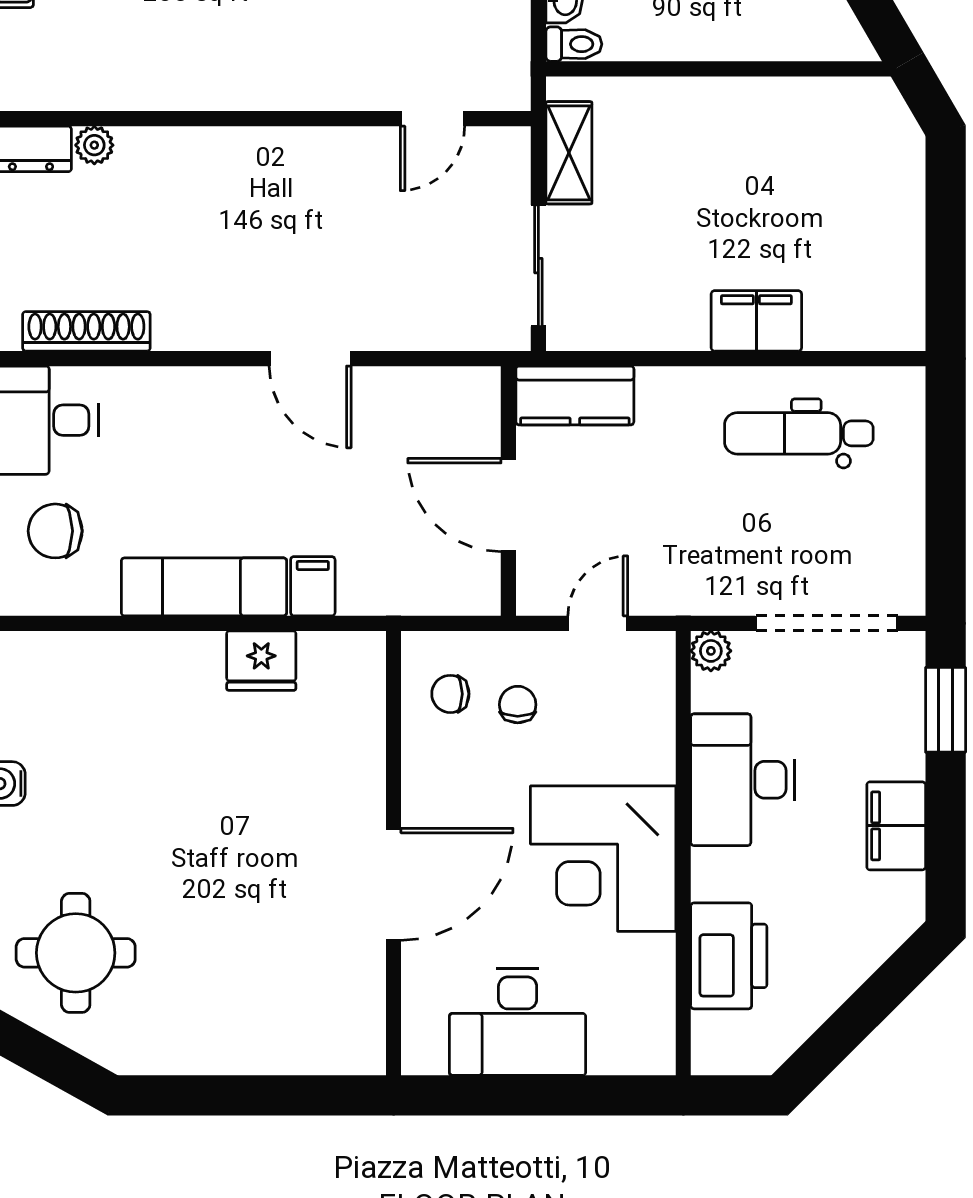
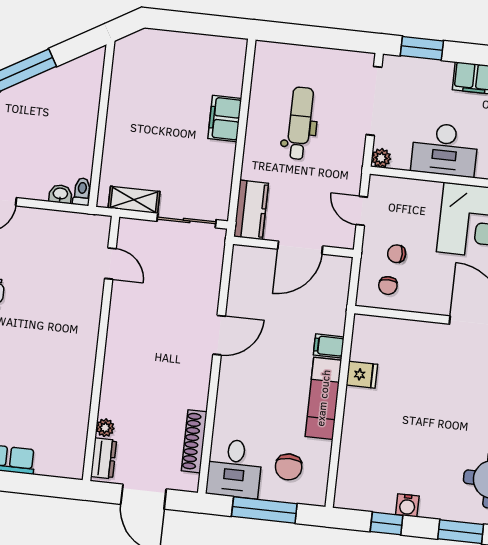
dental chair: (799, 433) -> (300, 123), moved, turned 180
fridge: (261, 661) -> (362, 375), width x0.72

